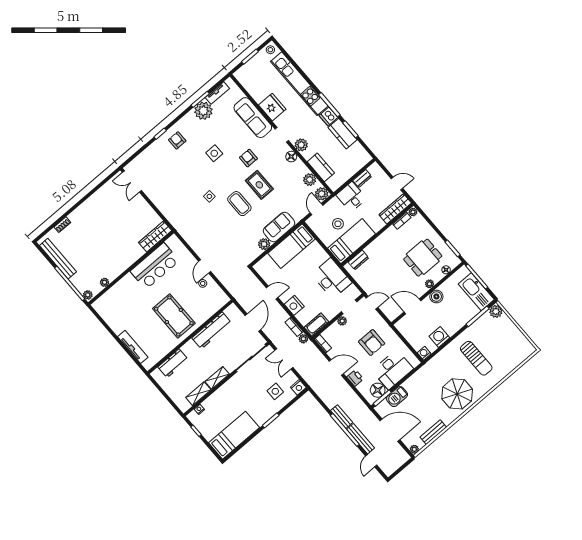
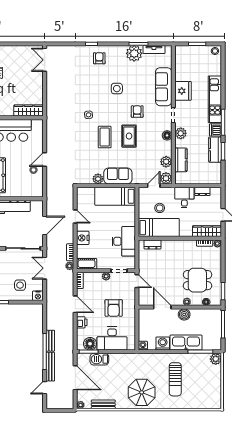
kitchen unit: (299, 84) -> (215, 99), width x0.73
kitchen sink: (476, 292) -> (186, 343), moved, turned 90

